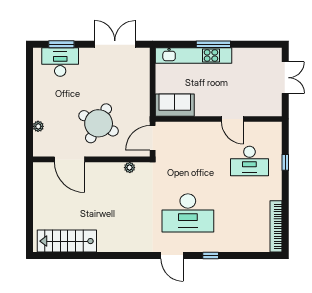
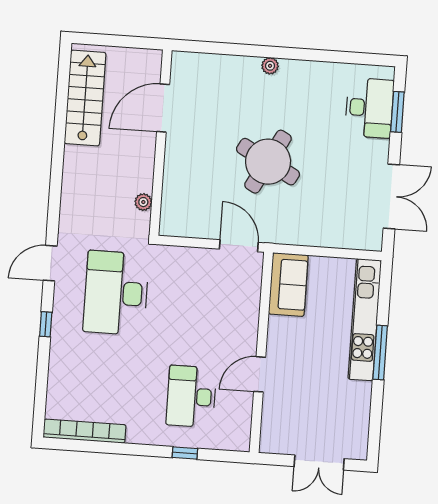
door: (70, 159) -> (163, 108), moved
wall: (91, 159) -> (161, 143), moved
plant: (130, 168) -> (143, 202), moved

